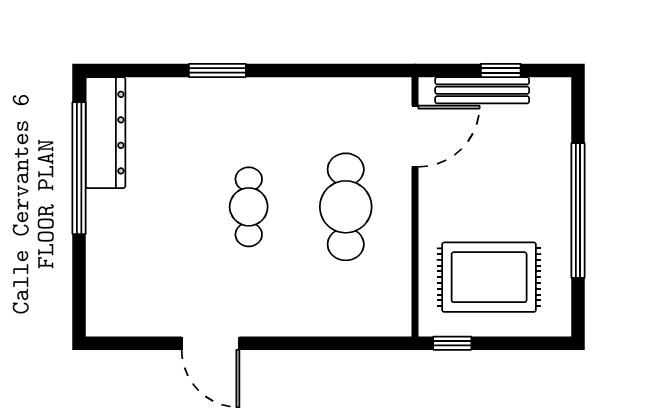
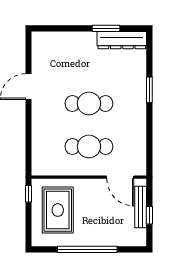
window: (79, 168) -> (106, 28), width x0.47
cafe table: (249, 207) -> (89, 103), width x1.37, depth x1.35

